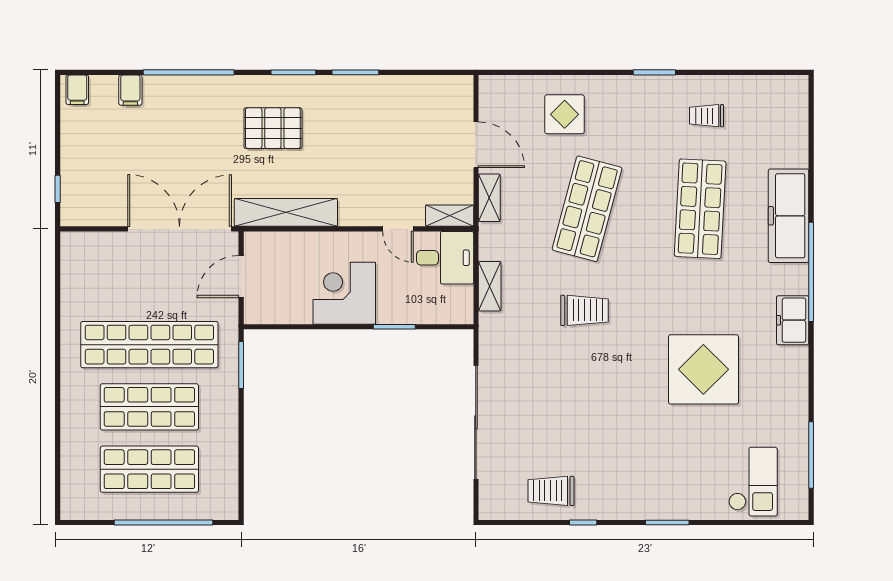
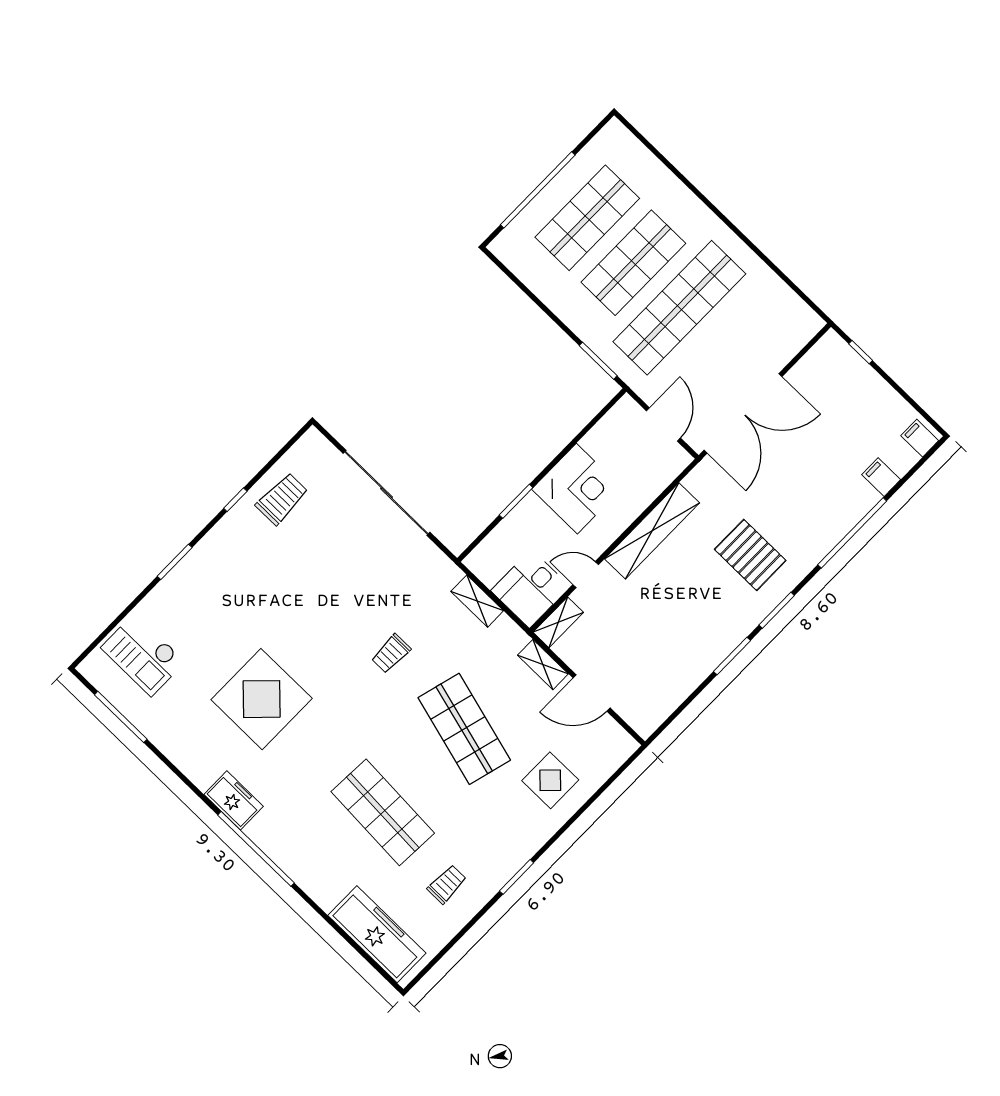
pallet: (273, 128) -> (750, 555), turned 90
shelving: (286, 212) -> (652, 531), moved
freezer: (789, 216) -> (377, 934), moved
trolley: (584, 310) -> (391, 654), width x0.73, depth x0.72

